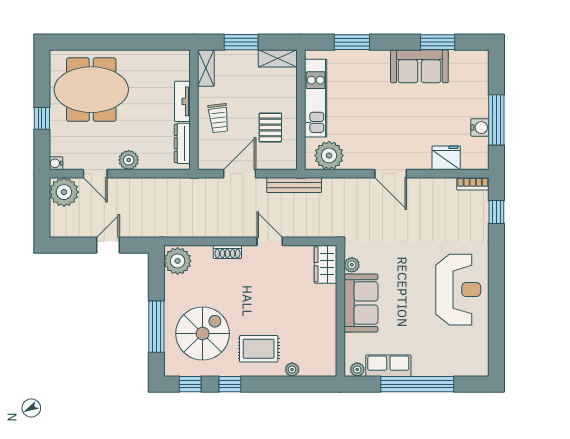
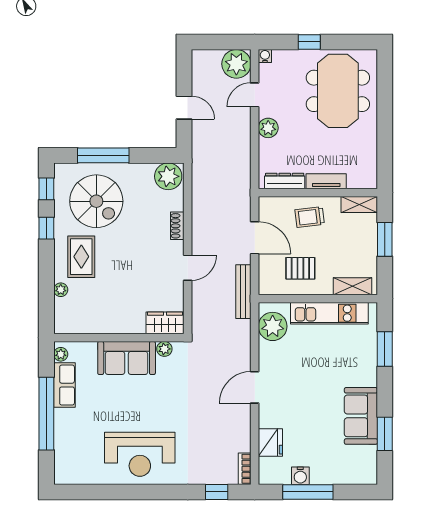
shelving: (278, 58) -> (353, 286), moved, turned 90

